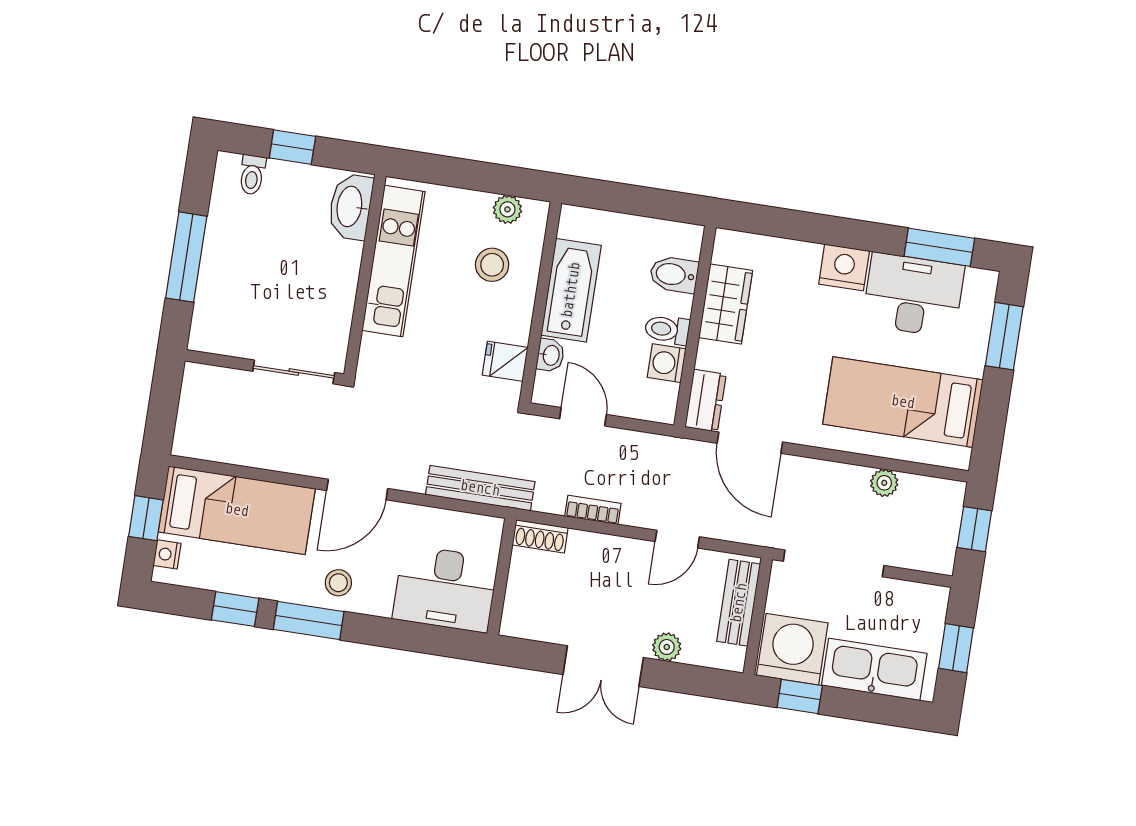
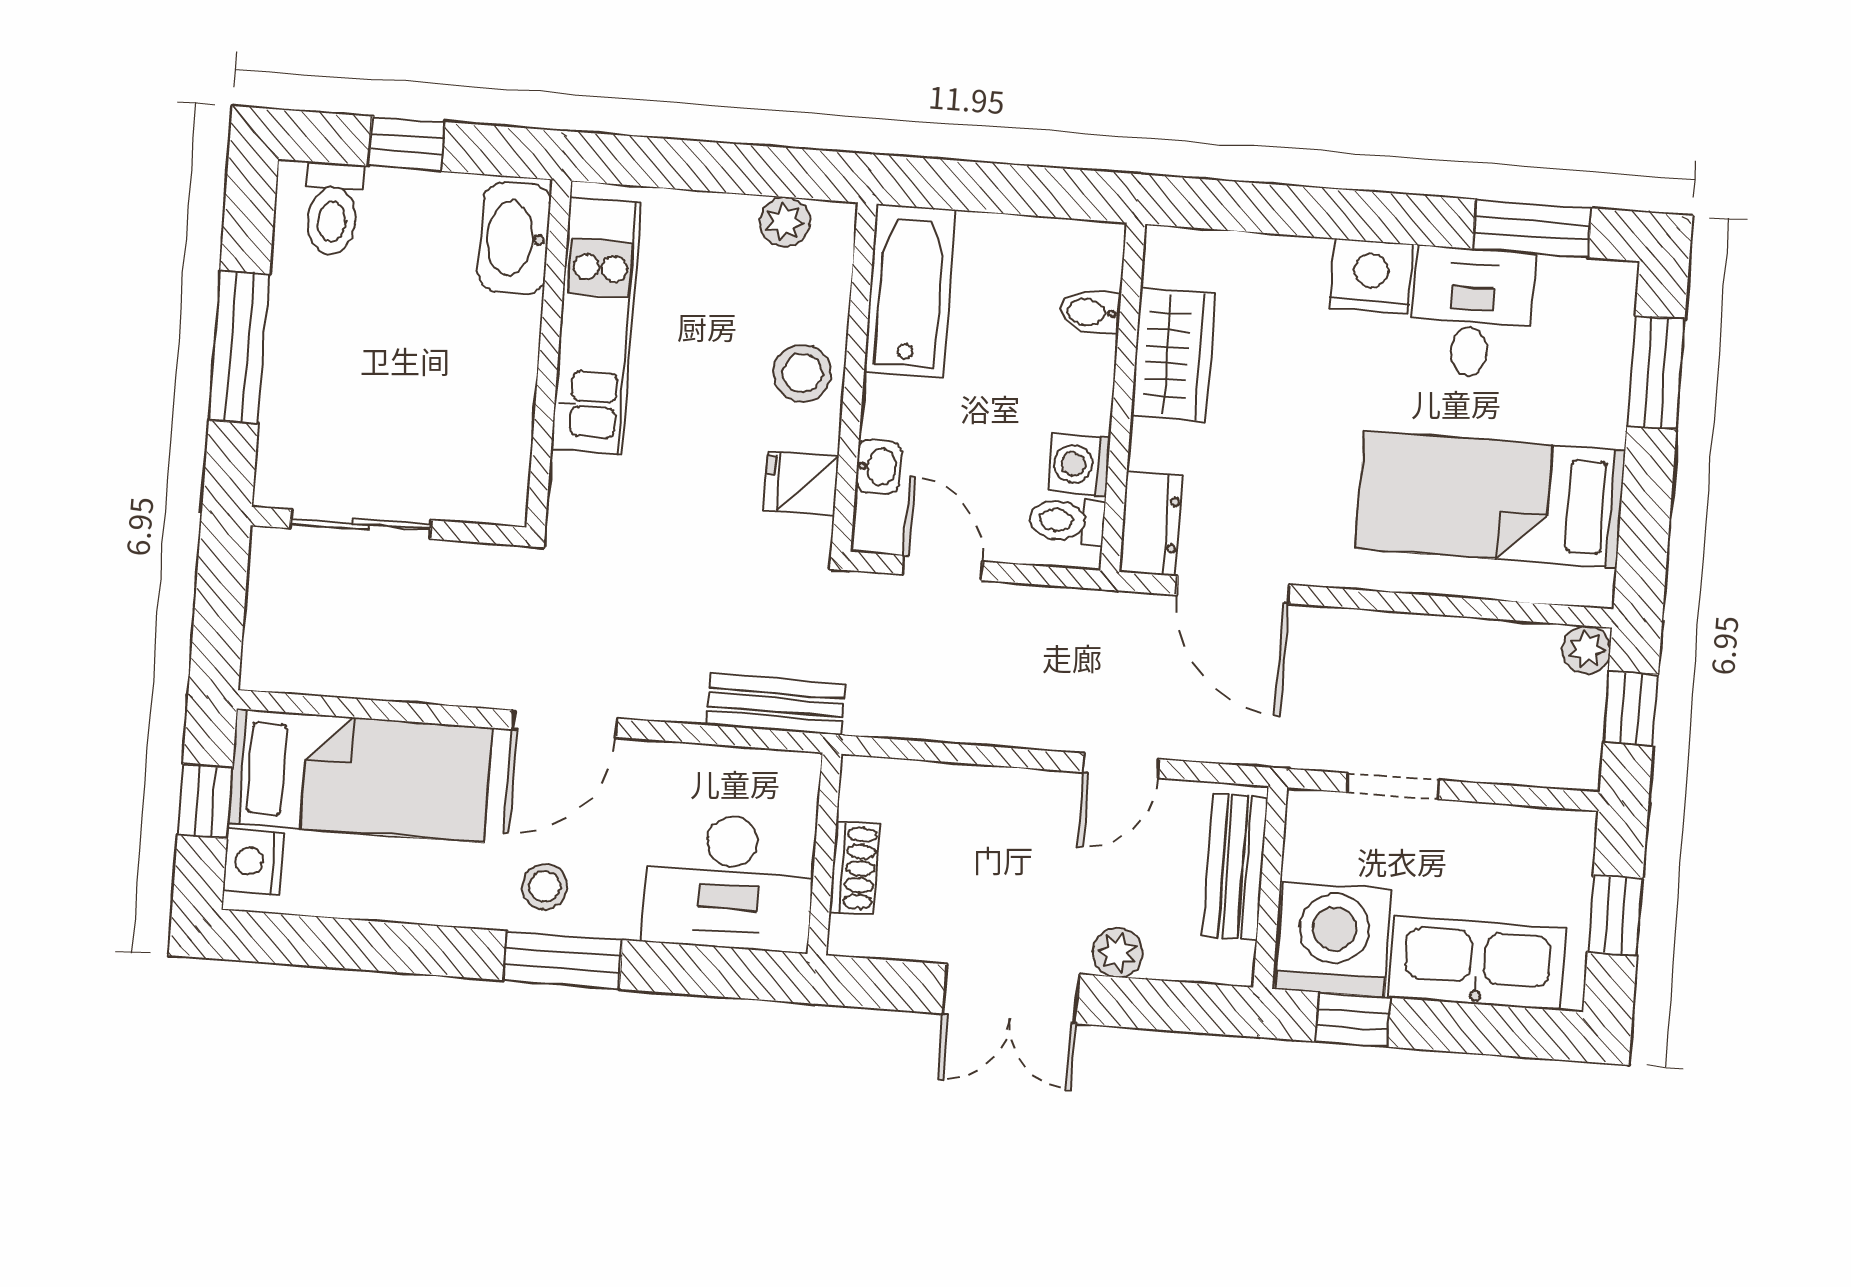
toilet: (252, 175) -> (333, 209), width x1.37, depth x1.39
stool: (492, 265) -> (802, 373), moved
bidet: (674, 275) -> (1090, 312), width x0.72, depth x0.74
bathtub: (571, 290) -> (910, 291), moved
desk: (913, 295) -> (1472, 312), width x0.73
toilet: (667, 330) -> (1067, 521), moved
sliding door: (294, 372) -> (361, 524), moved
plant: (884, 483) -> (1586, 650), moved
bench: (480, 488) -> (776, 705), width x0.73
bookcase: (593, 510) -> (972, 727), removed
shoe rack: (540, 536) -> (855, 868), moved, turned -90
nightstand: (167, 554) -> (254, 861), width x1.39, depth x1.35
doorway: (834, 563) -> (1393, 786), width x0.53
window: (235, 609) -> (371, 946), removed
window: (309, 620) -> (563, 960), moved

